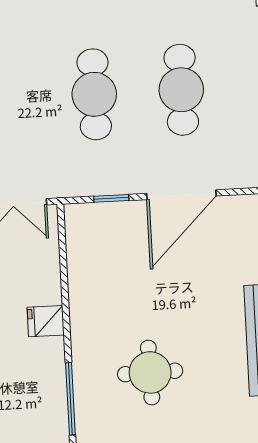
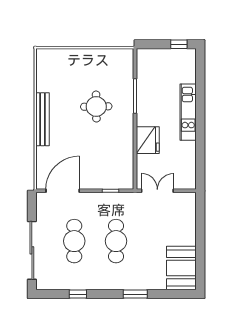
door: (181, 195) -> (63, 191), moved
fridge: (46, 321) -> (148, 140), width x1.88, depth x1.34

